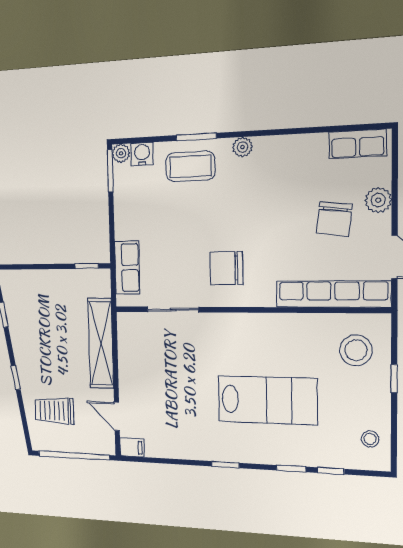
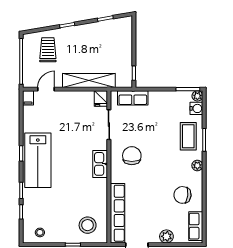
chair: (334, 219) -> (182, 195), moved
fridge: (130, 323) -> (101, 98), added
kitchen sink: (242, 326) -> (100, 164), added
lab bench: (267, 400) -> (38, 160), moved

